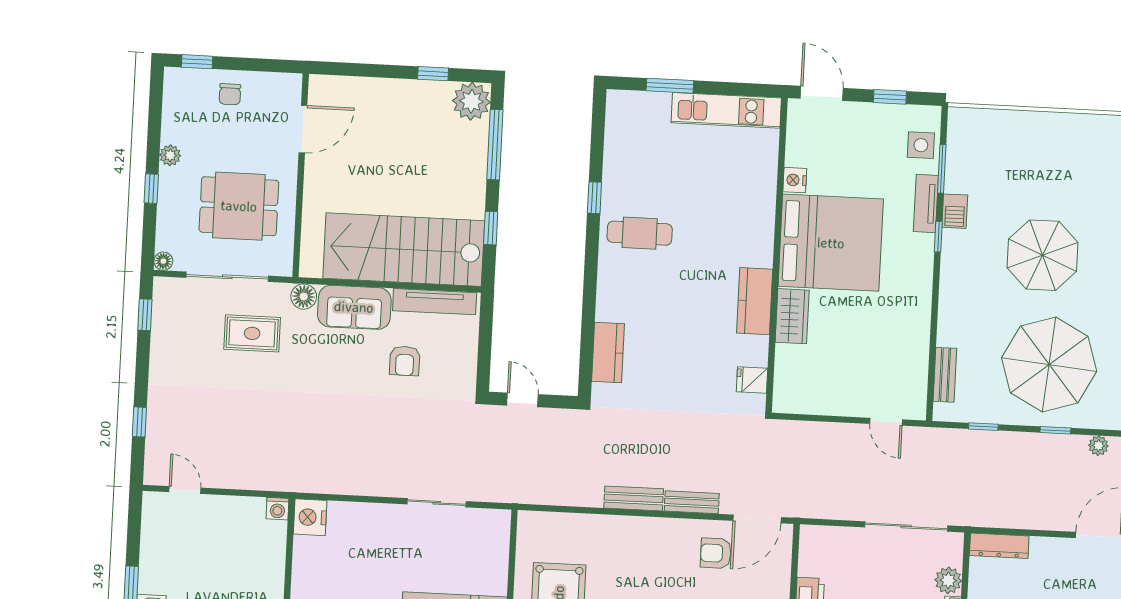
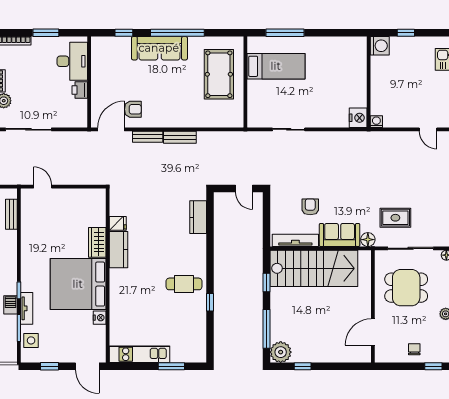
fridge: (752, 380) -> (118, 223), moved

